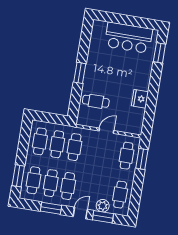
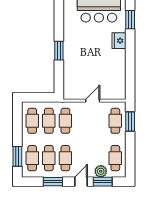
fridge: (140, 99) -> (119, 41), moved
cafe table: (96, 101) -> (78, 75), removed

